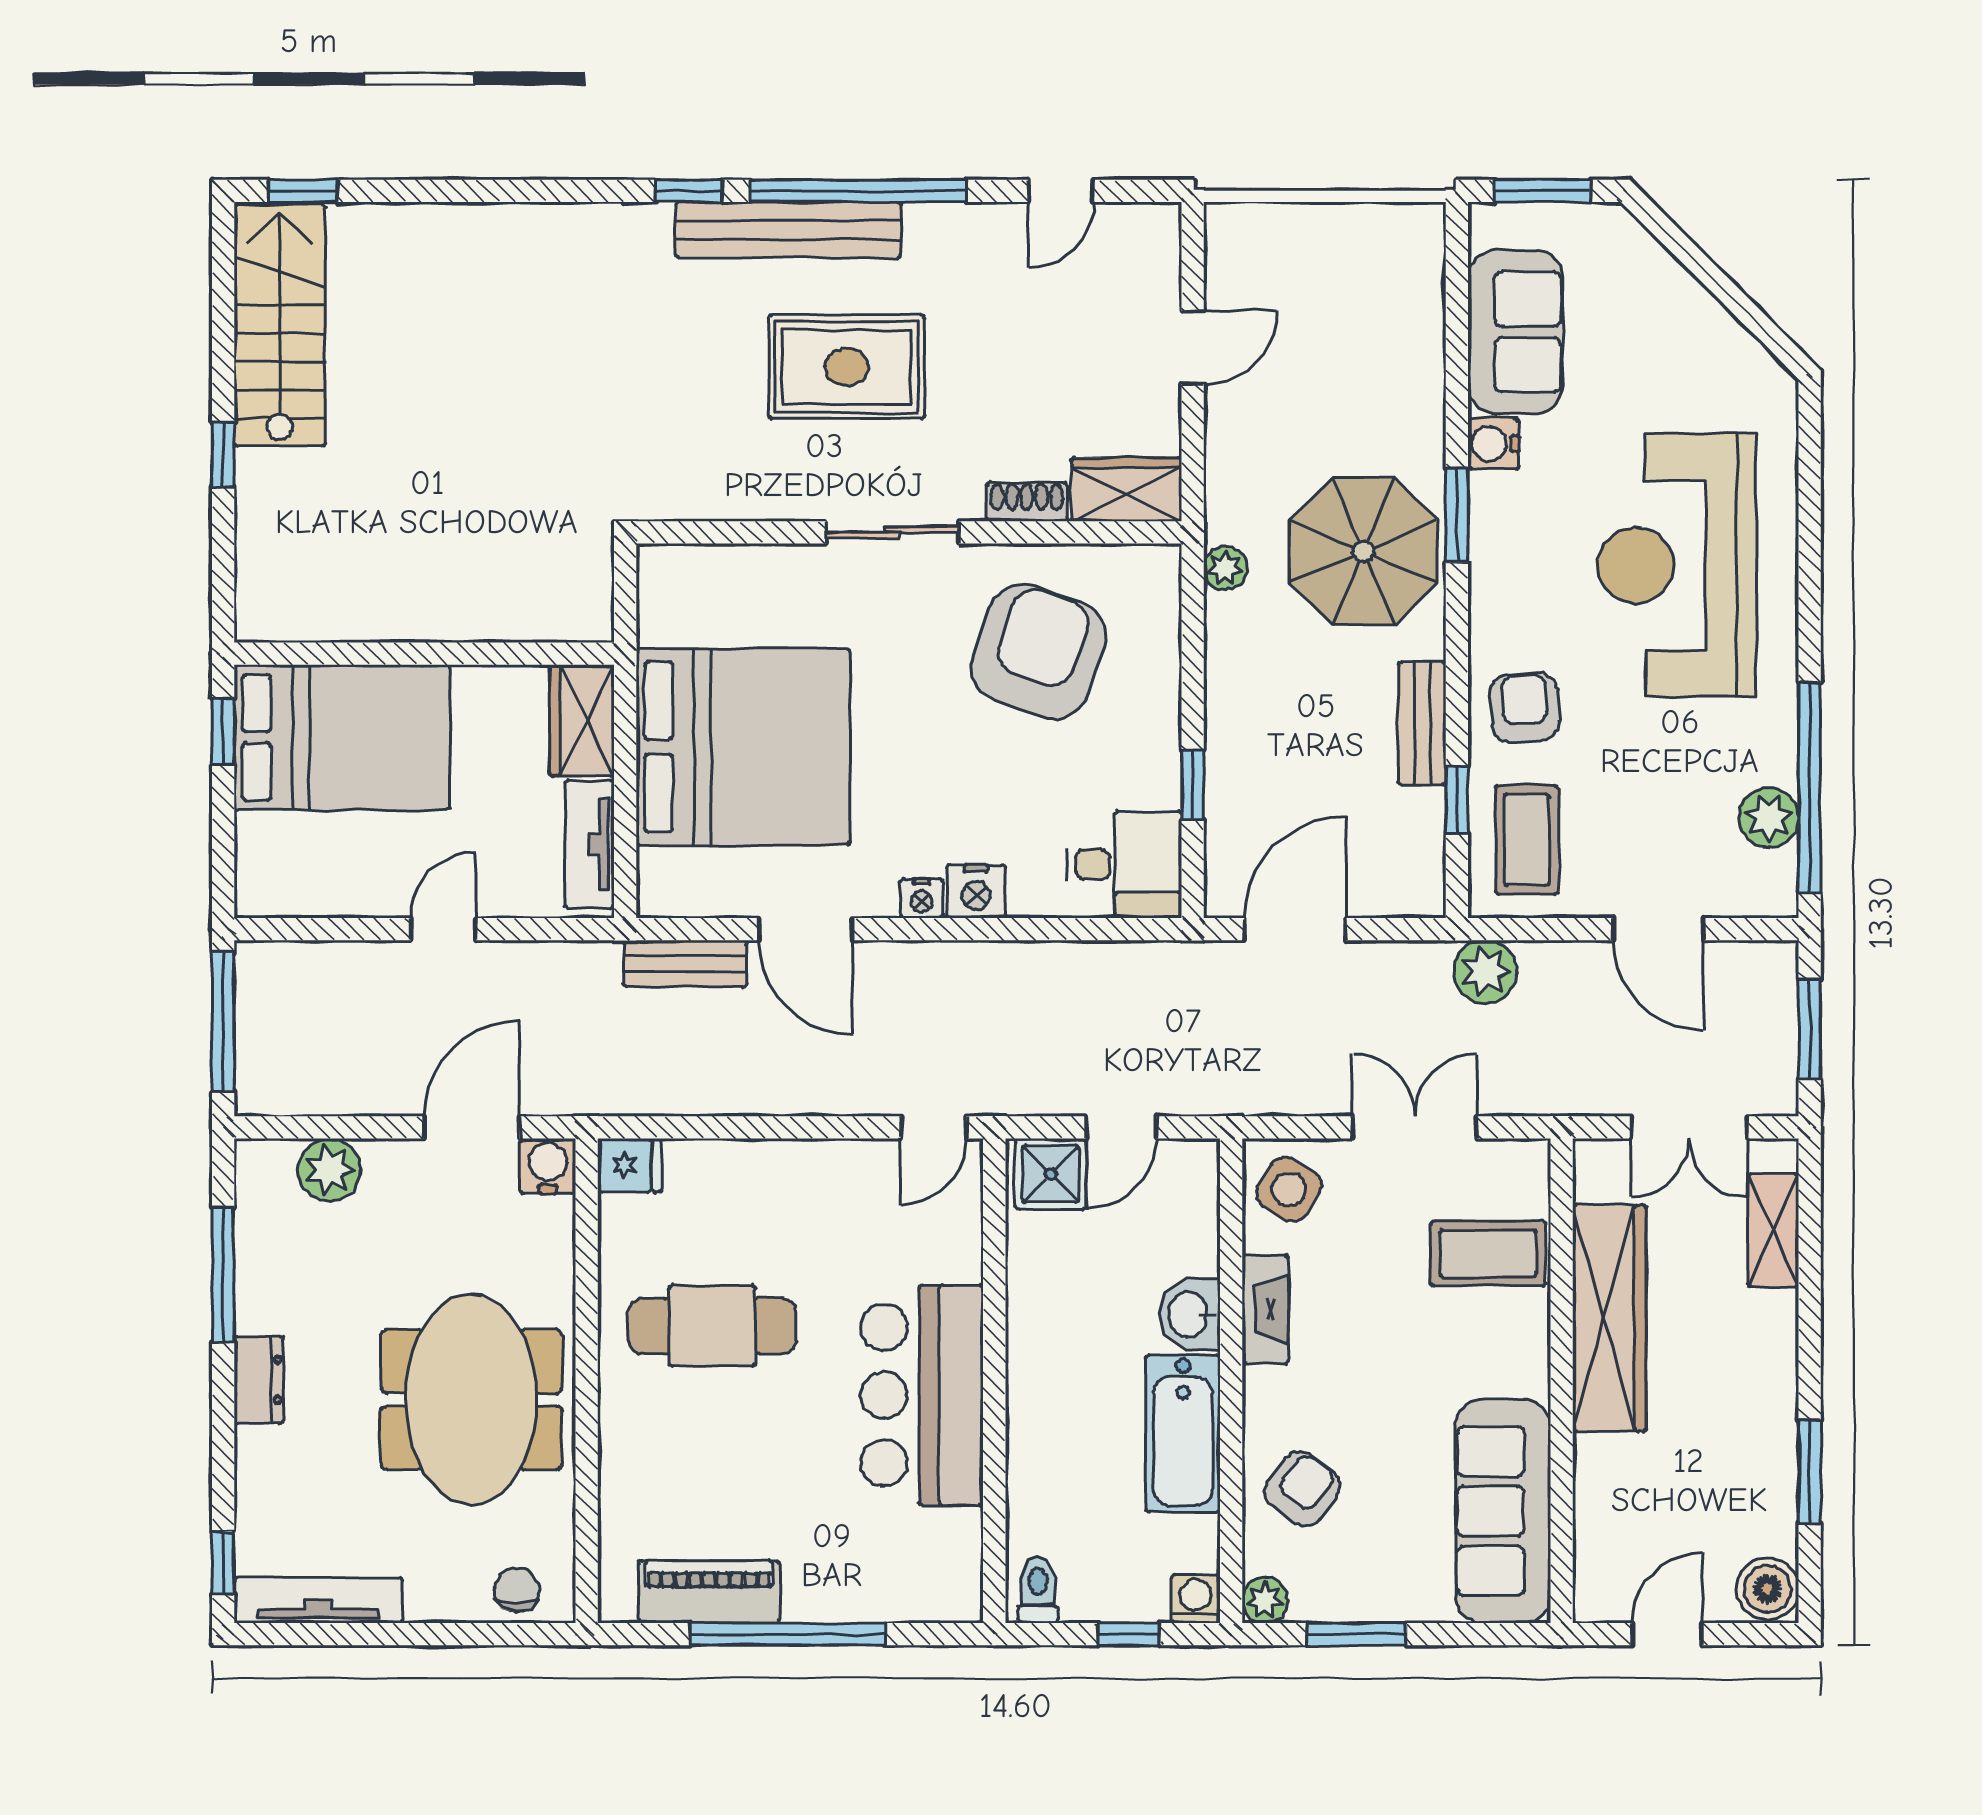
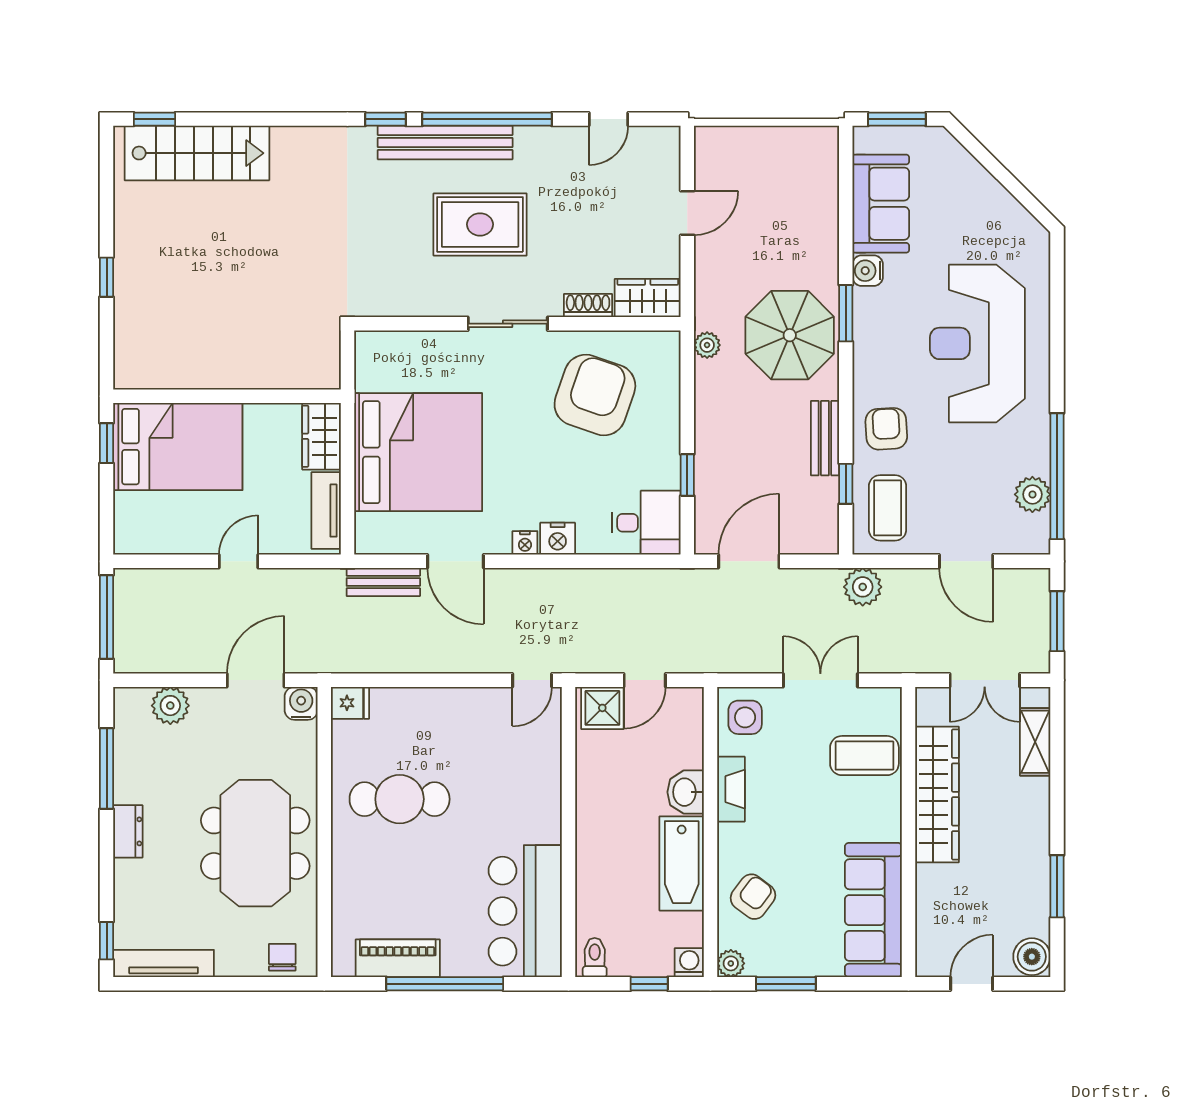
stairs: (280, 325) -> (197, 153), moved, turned 90
side table: (1289, 1189) -> (745, 717), turned -31
bar counter: (922, 1395) -> (525, 911), moved

